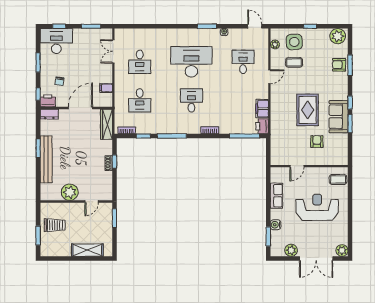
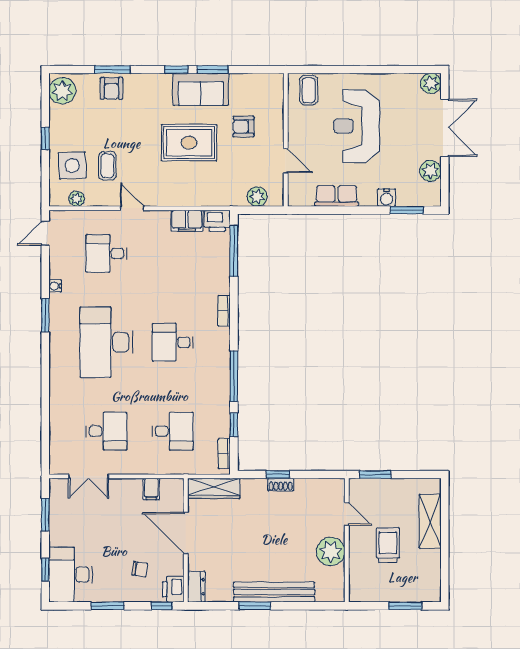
plant: (276, 149) -> (257, 197), added
trolley: (55, 225) -> (388, 545), moved

